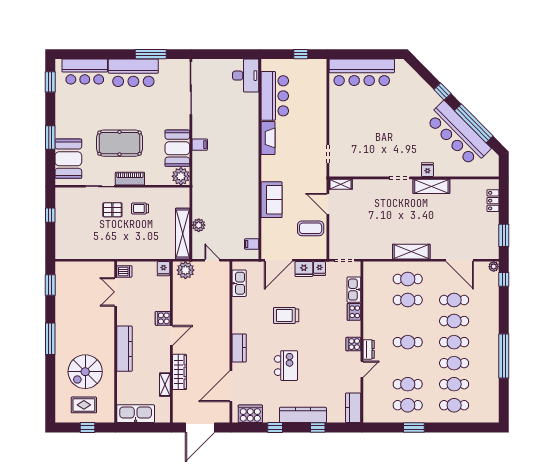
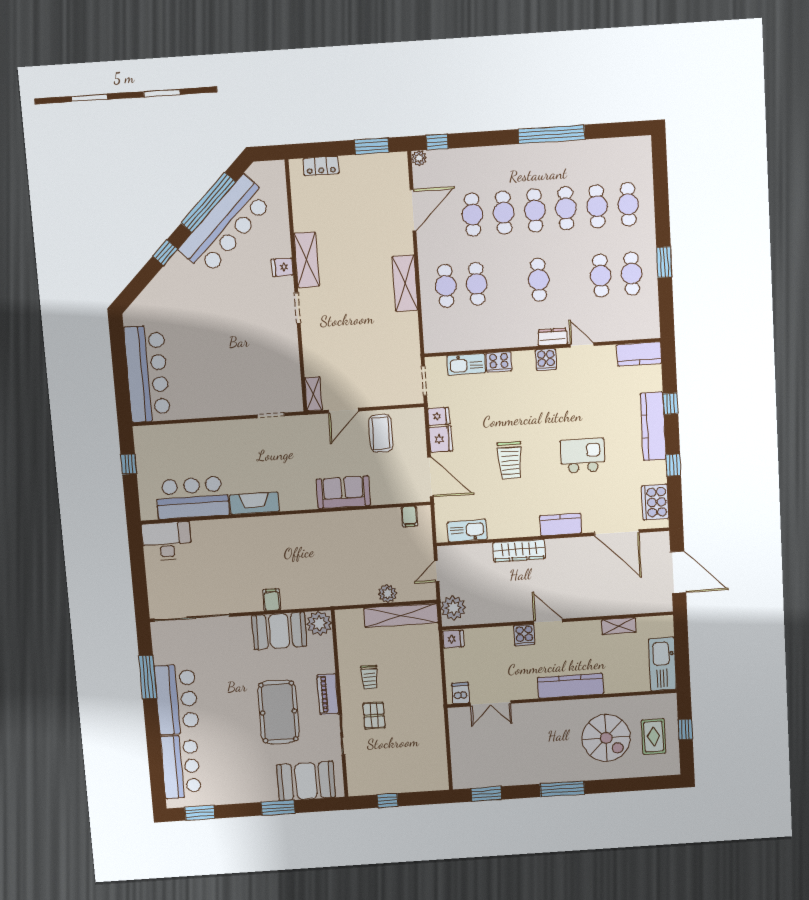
wardrobe: (180, 372) -> (519, 551), moved, turned 180

